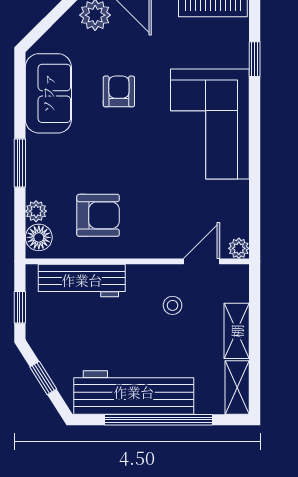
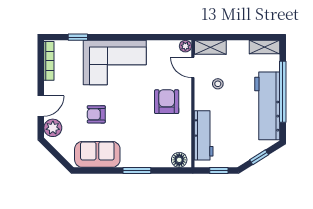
plant: (36, 211) -> (164, 161), removed
armchair: (98, 215) -> (167, 102), moved
shelving: (237, 331) -> (210, 47), moved

